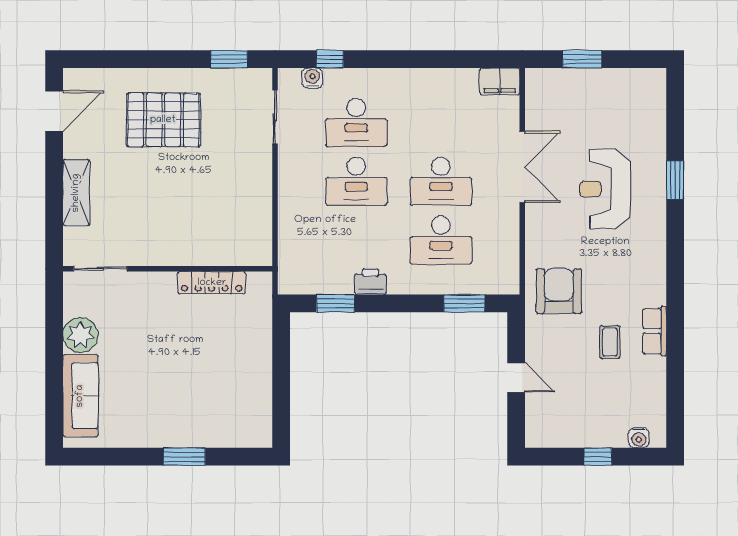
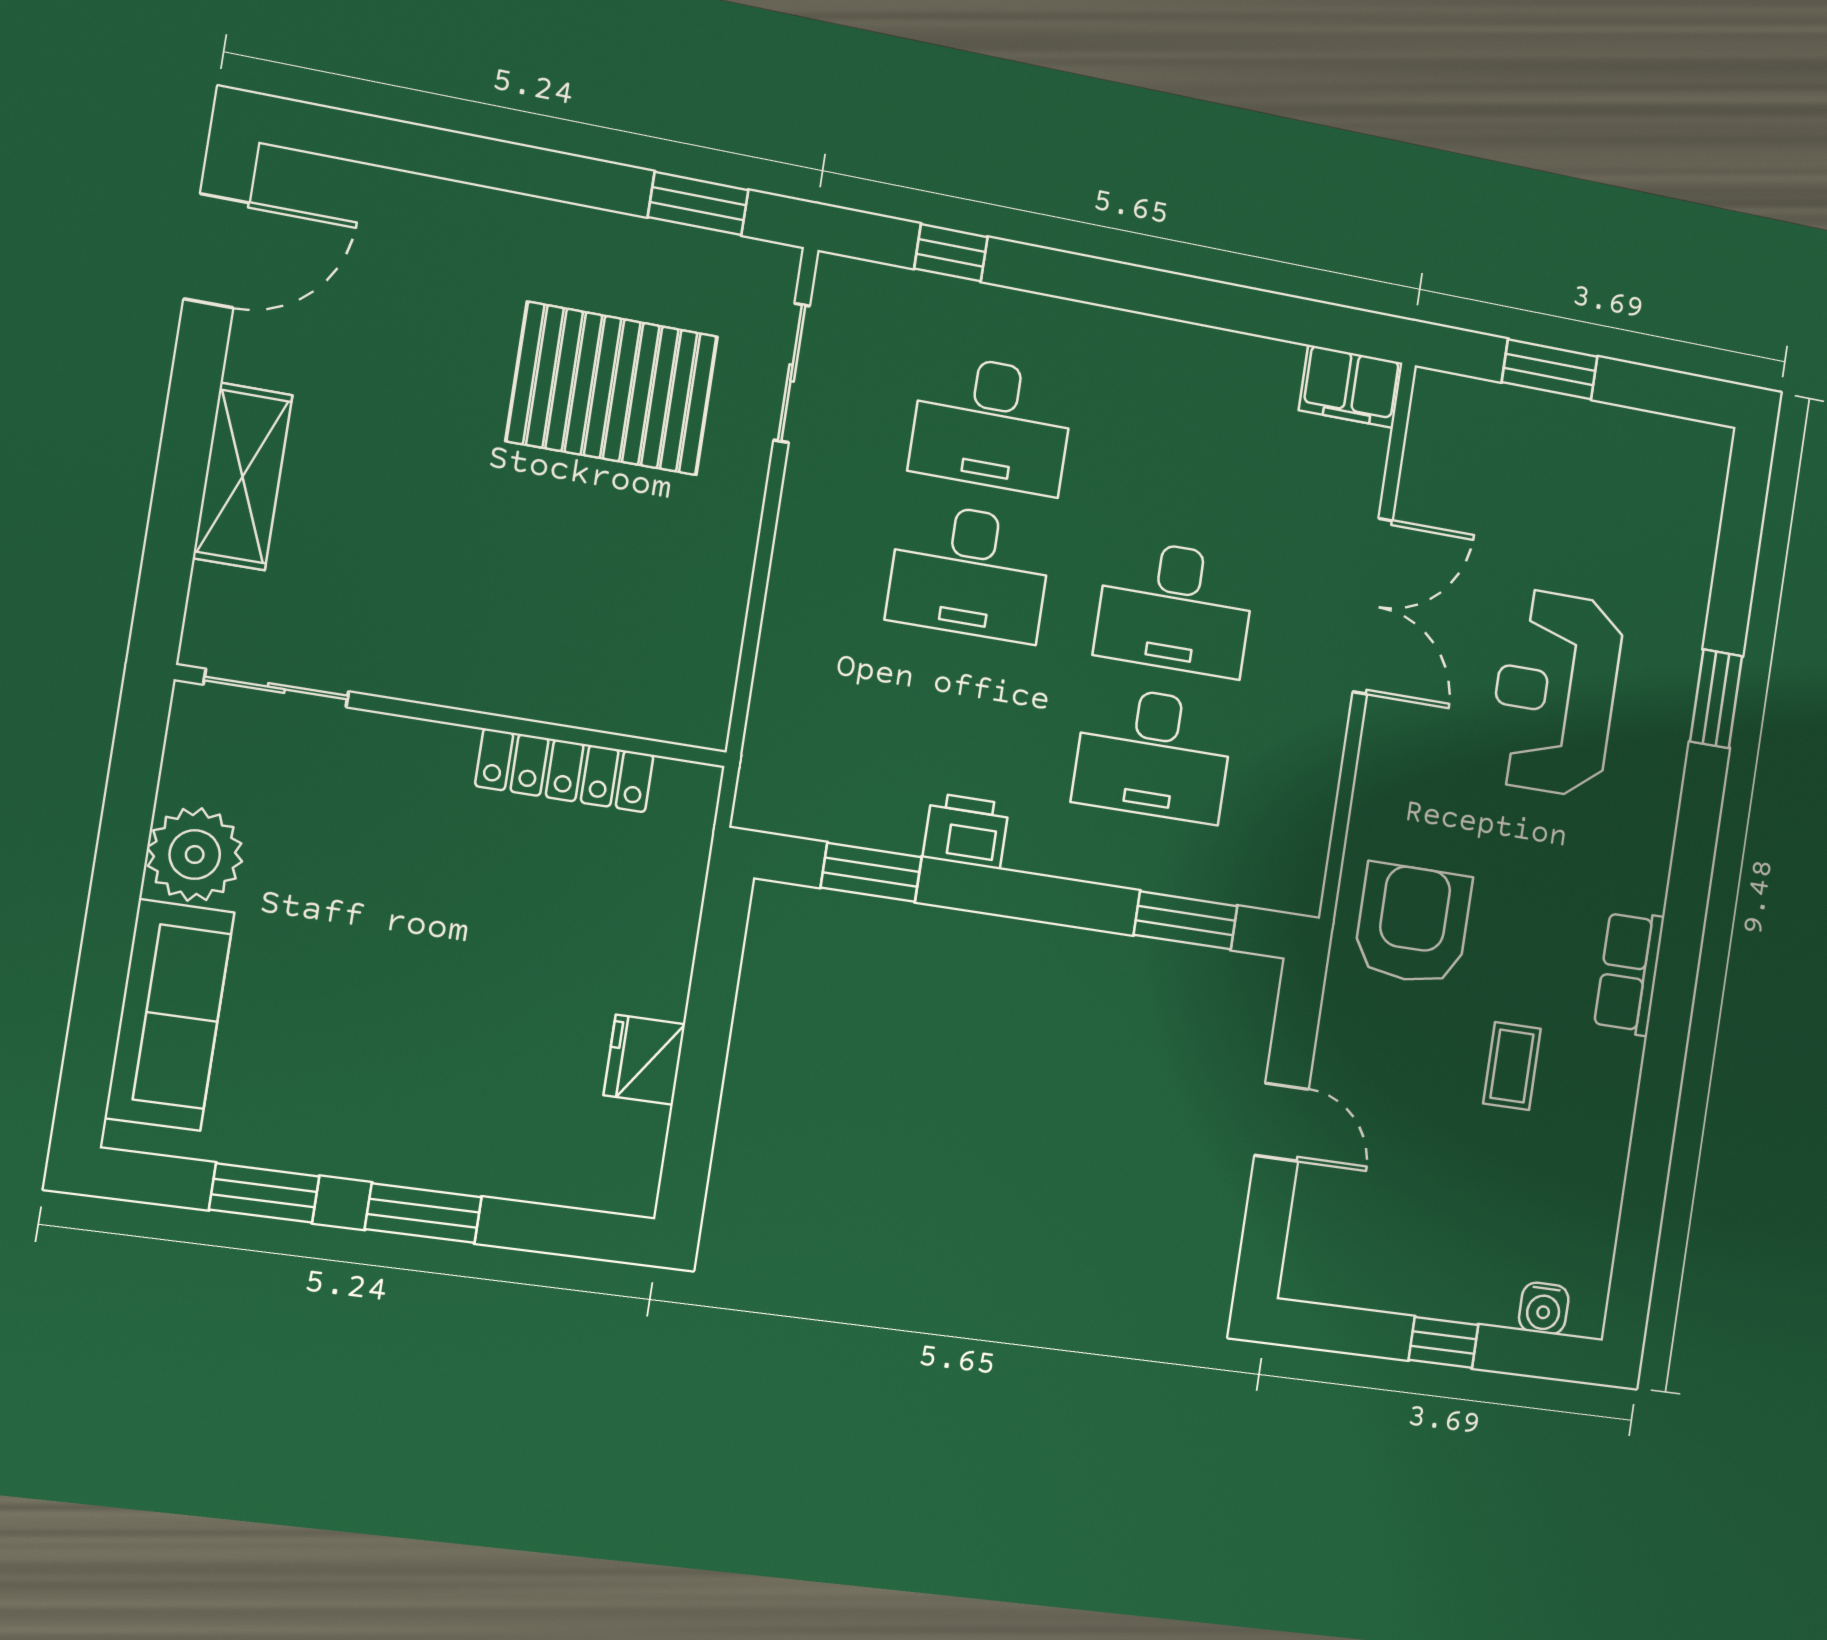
water cooler: (312, 78) -> (901, 292), removed
pallet: (163, 120) -> (612, 389), moved
row of seats: (655, 331) -> (1629, 973), moved
fridge: (259, 388) -> (644, 1060), added
window: (125, 457) -> (264, 1193), added

